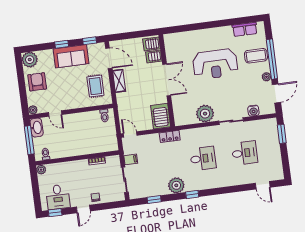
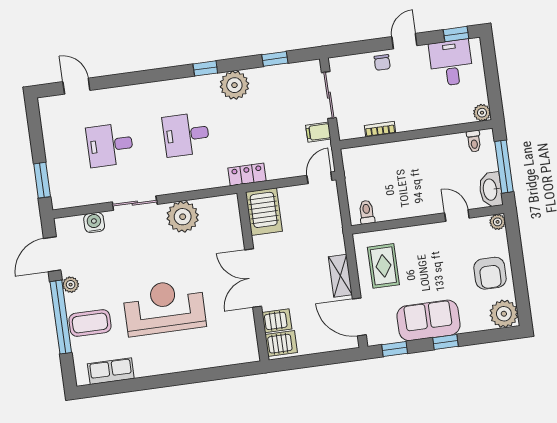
door: (130, 134) -> (319, 178), swing flipped

